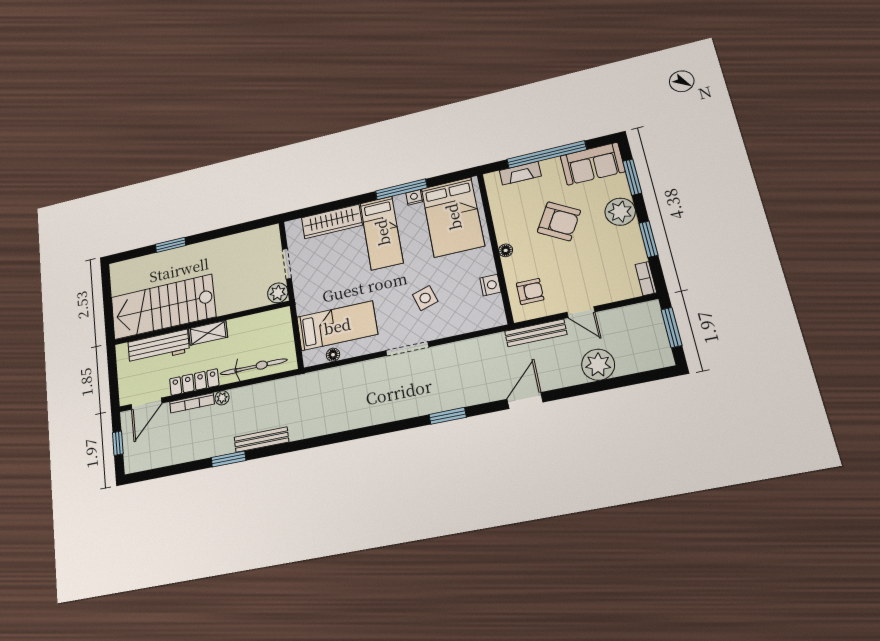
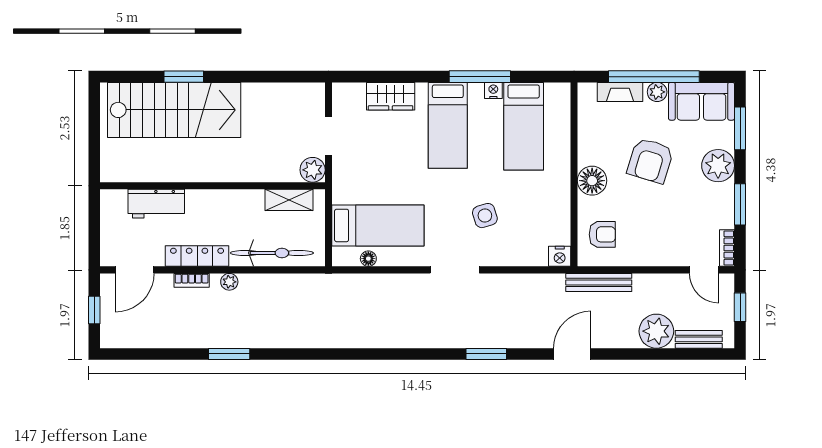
plant: (552, 166) -> (657, 92), added
bed: (453, 217) -> (524, 126), width x0.67
wardrobe: (332, 221) -> (391, 96), width x0.67
armchair: (559, 221) -> (650, 161), turned 77
floor lamp: (506, 250) -> (592, 181), width x1.89, depth x1.89
nightstand: (490, 285) -> (560, 256), moved, turned 90
stairs: (163, 307) -> (174, 110), moved, turned 180
door: (581, 312) -> (704, 270), moved
window: (672, 328) -> (740, 307), width x0.67
shelving: (208, 333) -> (289, 200), moved
workbench: (159, 347) -> (156, 204), width x0.73
bookcase: (192, 403) -> (192, 280), width x0.64
bench: (261, 440) -> (699, 339), moved, width x0.73

